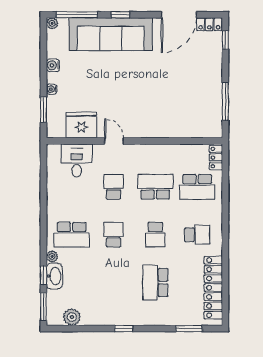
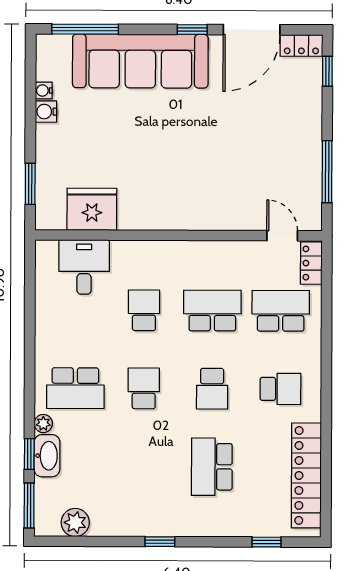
window: (120, 15) -> (192, 30), moved
plant: (52, 23) -> (45, 43), removed
water cooler: (52, 89) -> (44, 91), moved
door: (114, 141) -> (282, 236), moved
school desk: (197, 187) -> (281, 311), turned 180
window: (189, 329) -> (266, 542), width x0.67

